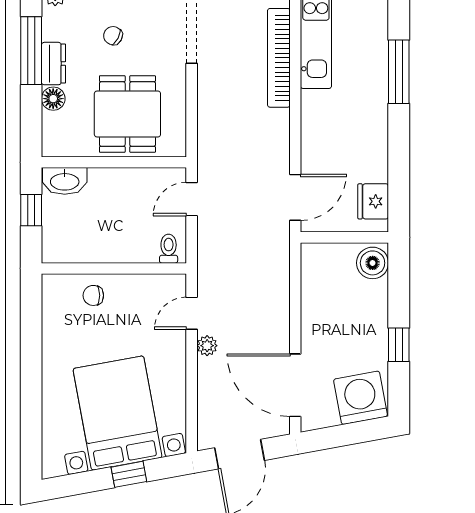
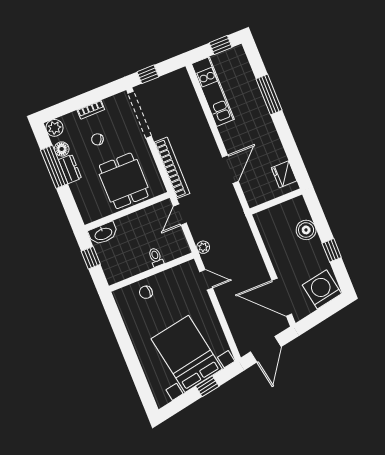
bookcase: (279, 58) -> (172, 168), moved, turned 180
floor lamp: (53, 99) -> (62, 149), moved
door: (295, 197) -> (230, 169), moved
toilet: (169, 249) -> (156, 257), moved
boiler: (373, 263) -> (306, 230), moved
door: (192, 313) -> (206, 280), swing flipped
plant: (207, 346) -> (203, 247), moved

